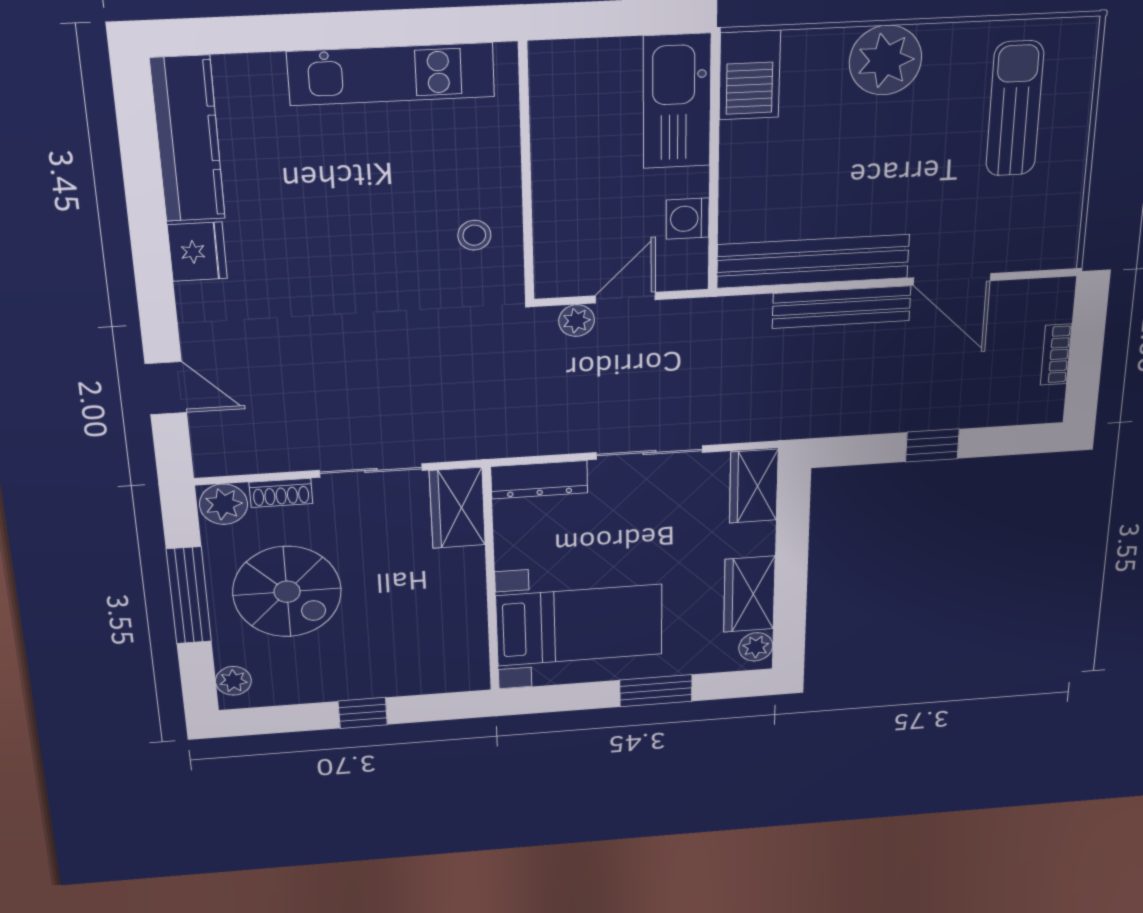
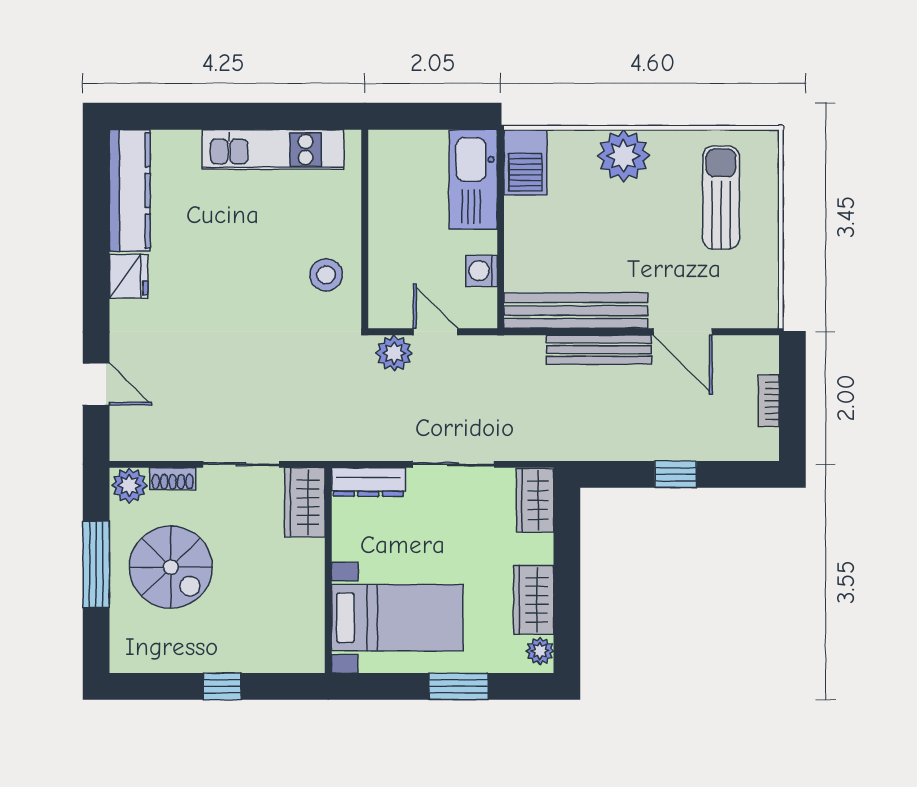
stool: (474, 235) -> (326, 275), width x1.37, depth x1.37
door: (625, 298) -> (436, 332), hinge flipped
plant: (577, 321) -> (394, 353), width x1.38, depth x1.38
plant: (233, 681) -> (123, 646), removed

